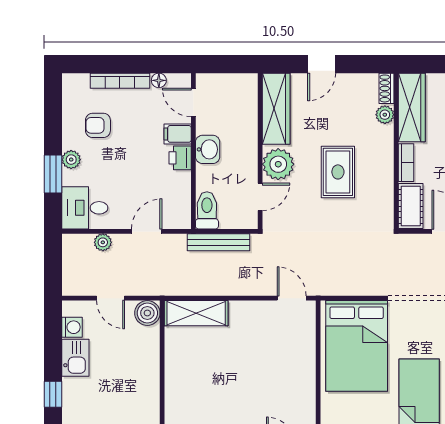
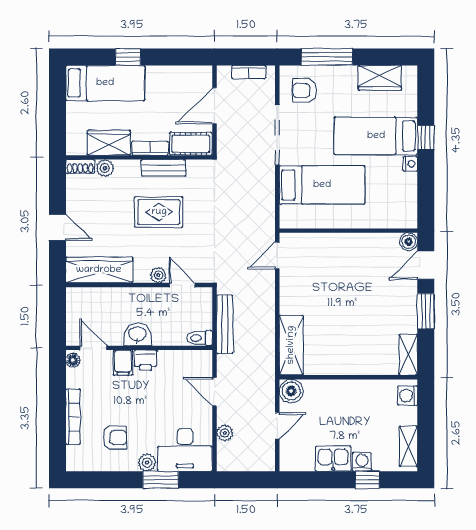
floor lamp: (159, 80) -> (73, 360), moved
door: (193, 102) -> (93, 348), swing flipped
wardrobe: (412, 108) -> (109, 143), width x0.67
armchair: (98, 125) -> (115, 437), turned -90
plant: (278, 164) -> (158, 275), width x0.53, depth x0.53
bench: (385, 177) -> (164, 168), added
desk: (85, 208) -> (185, 450), width x1.37
toilet: (207, 210) -> (200, 338), width x0.73, depth x0.72
washing machine: (72, 327) -> (362, 462), moved
bed: (357, 346) -> (322, 185), width x0.67

